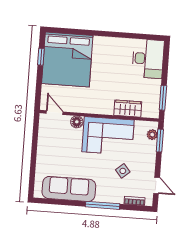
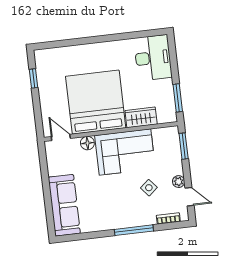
bed: (67, 59) -> (96, 102), moved, turned 180
plant: (152, 135) -> (179, 182), moved
sofa: (69, 189) -> (64, 205), moved, turned 90

